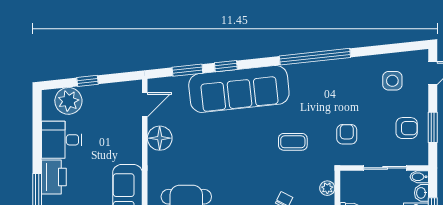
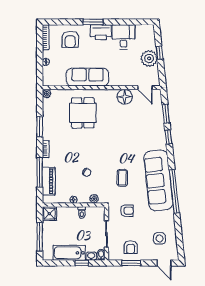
sofa: (239, 89) -> (158, 180), moved
plant: (68, 101) -> (149, 58), moved

